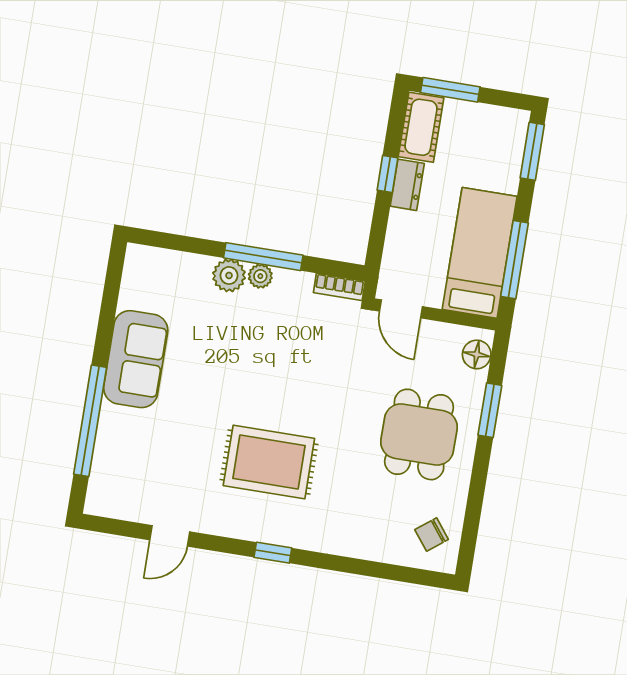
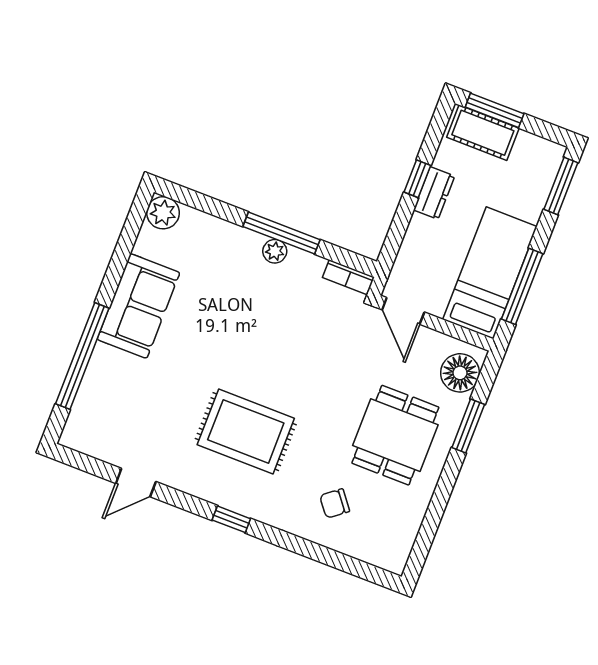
cot: (421, 127) -> (483, 133), moved, turned 90
plant: (229, 275) -> (163, 213), moved
floor lamp: (477, 354) -> (460, 373), width x1.38, depth x1.38
chair: (432, 534) -> (335, 503), moved

